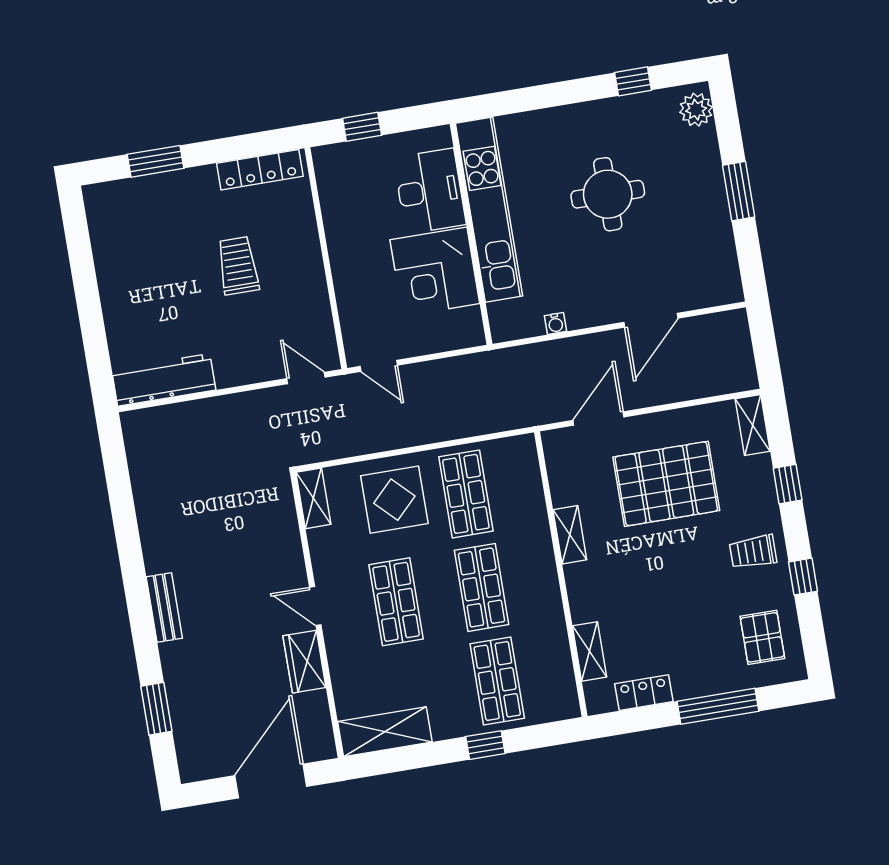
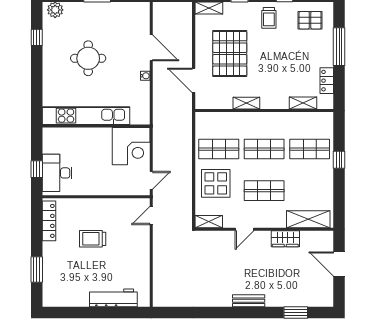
desk: (430, 191) -> (57, 173), moved, turned -90
corner desk: (435, 272) -> (131, 146), moved
water cooler: (556, 323) -> (145, 76), moved
workbench: (164, 380) -> (113, 298), moved, turned 90
door: (315, 606) -> (245, 229), moved
shelving: (385, 732) -> (308, 219), moved, turned 90
door: (271, 781) -> (339, 264), width x0.73

